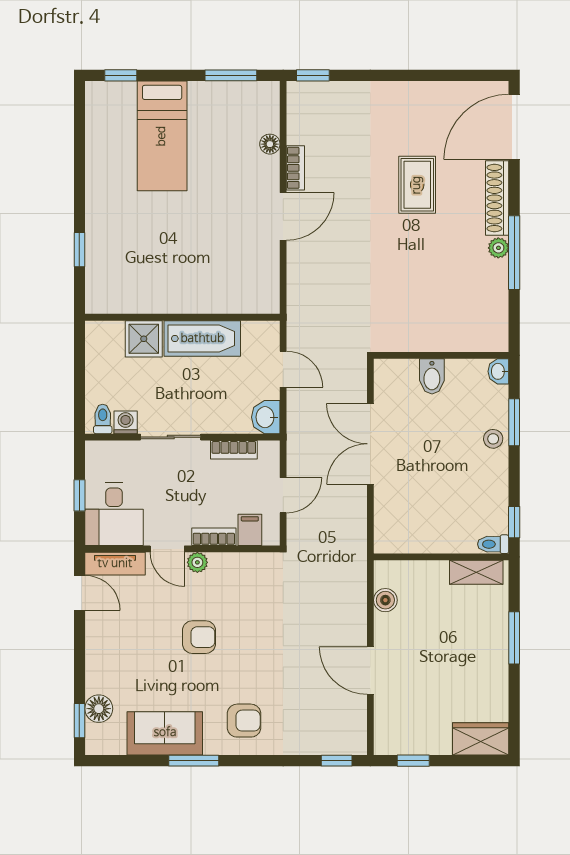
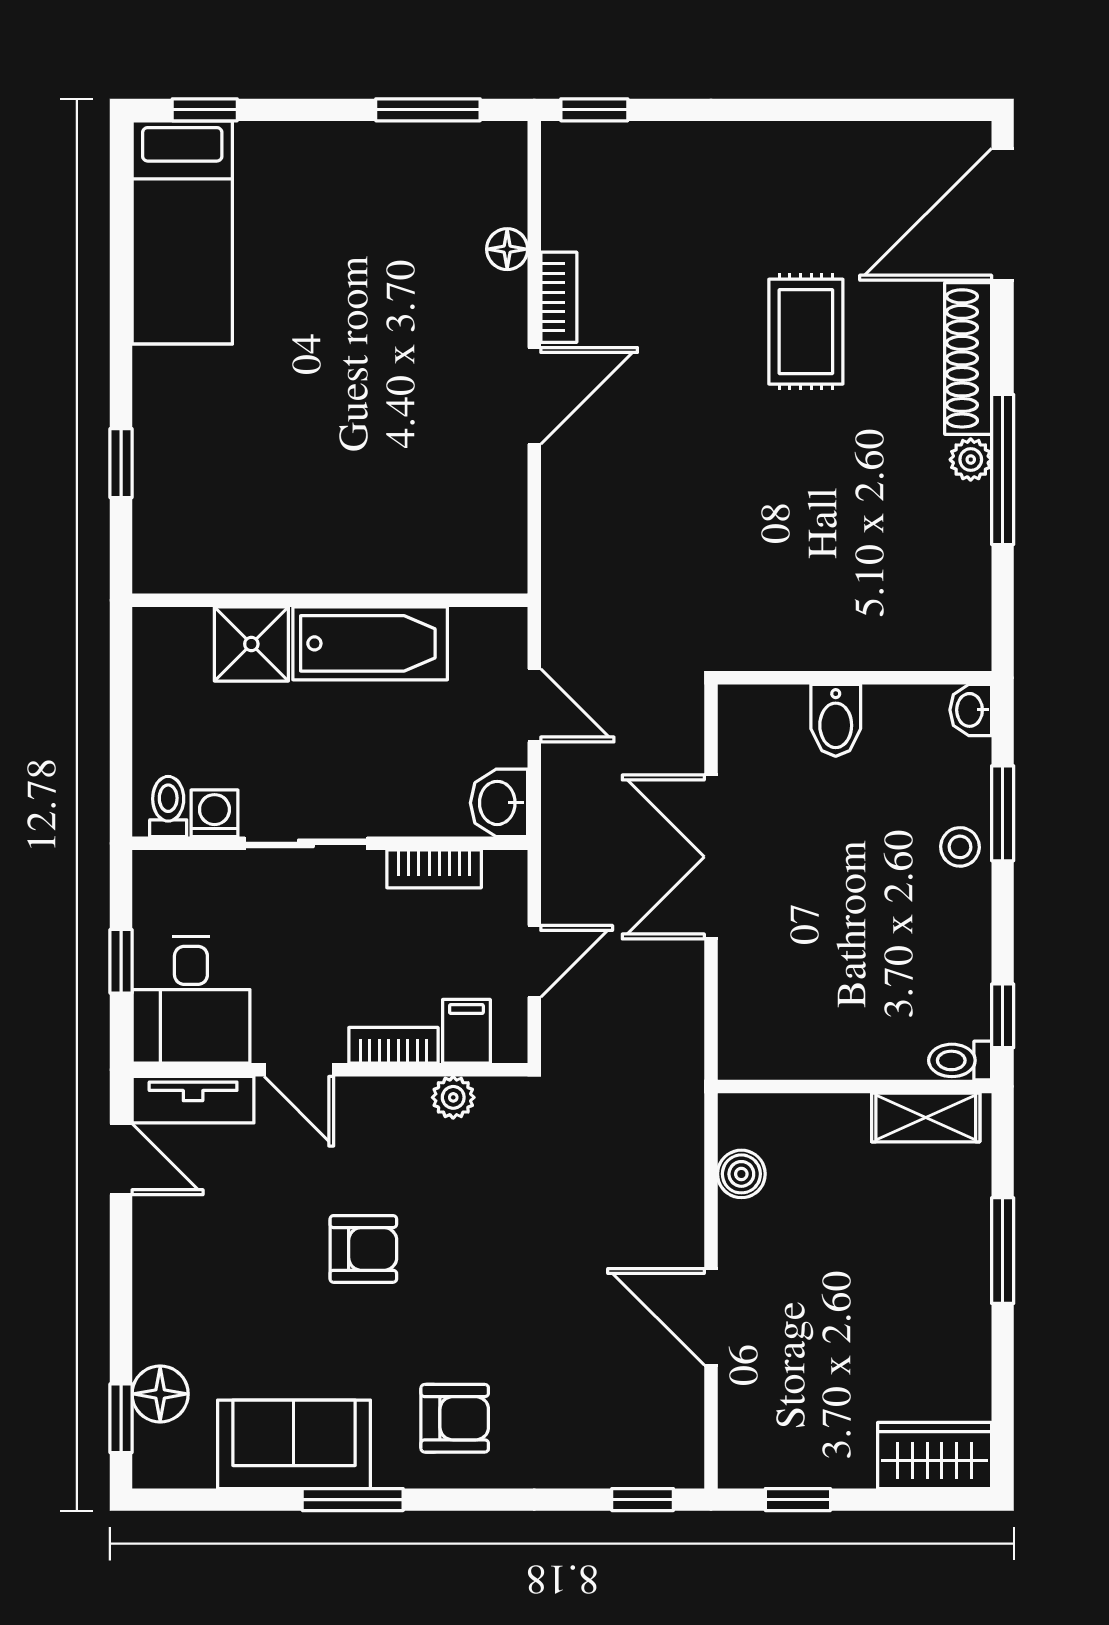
bed: (162, 136) -> (182, 232), moved
plant: (197, 562) -> (453, 1097), moved

